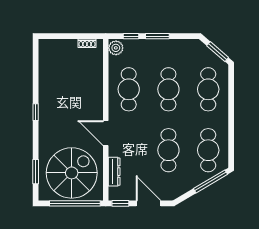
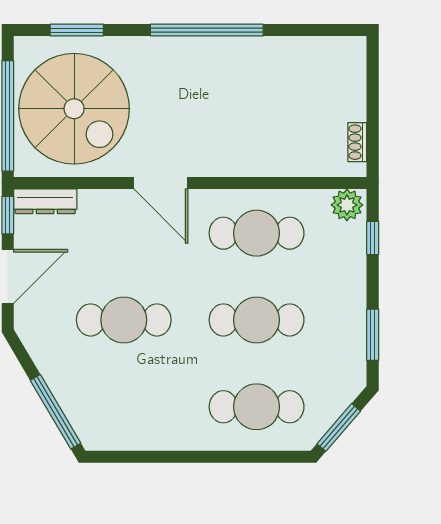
window: (157, 36) -> (373, 335), moved
window: (36, 112) -> (207, 30), width x3.17
door: (106, 133) -> (161, 183), swing flipped
cafe table: (208, 150) -> (124, 407), removed
dresser: (114, 172) -> (45, 201), moved

